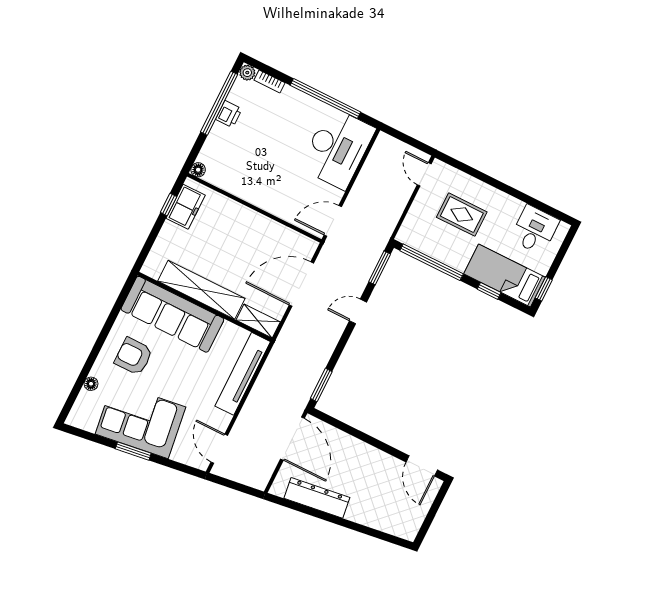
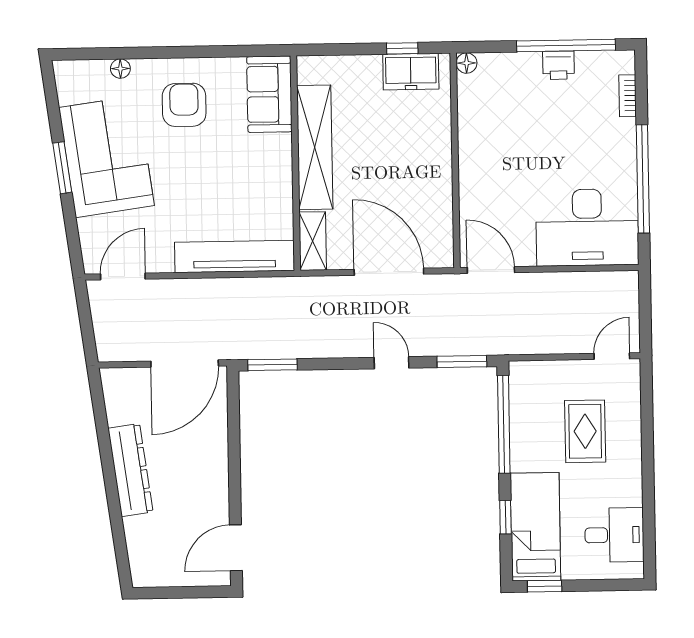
plant: (247, 73) -> (624, 61), removed
sofa: (172, 314) -> (269, 94), width x0.54, depth x0.79
dresser: (317, 498) -> (130, 470), moved

